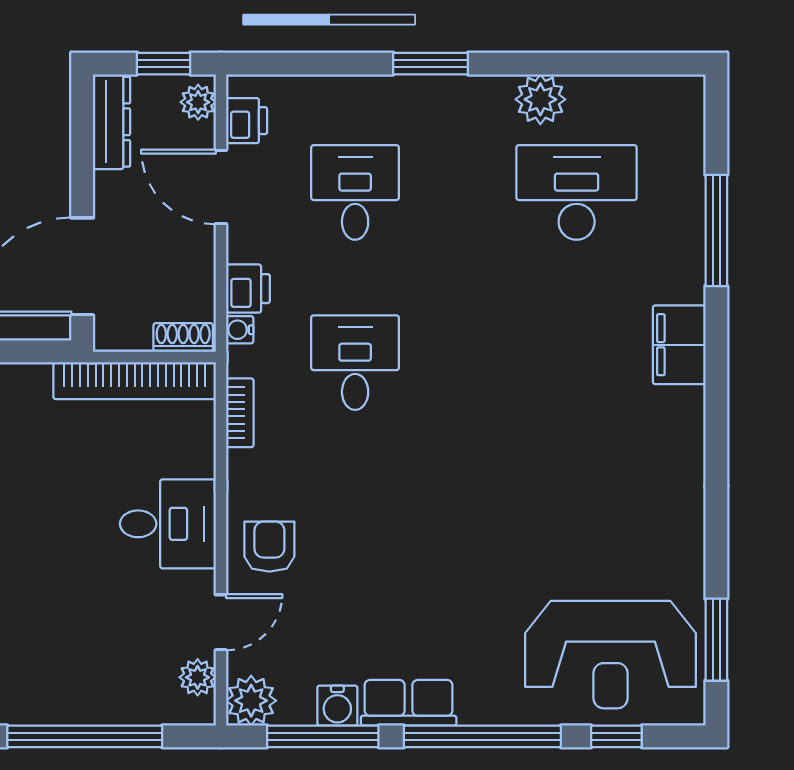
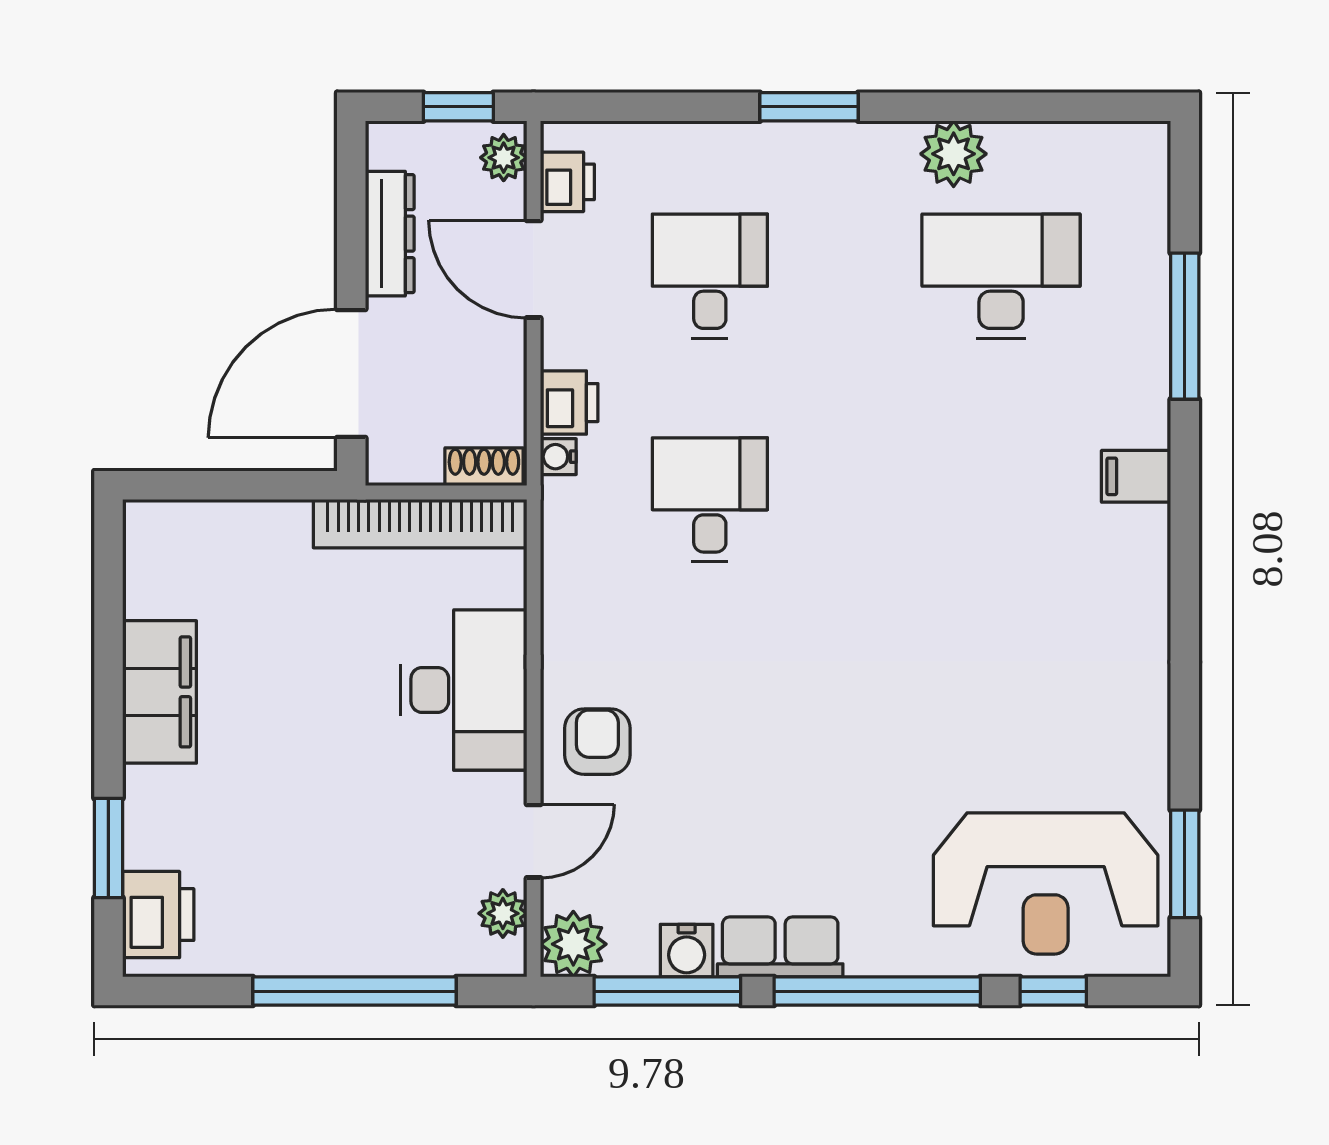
dresser: (111, 122) -> (390, 234), moved
filing cabinet: (679, 345) -> (1136, 476), width x0.50
bookcase: (240, 413) -> (558, 566), removed
desk: (168, 524) -> (464, 690), width x1.37

